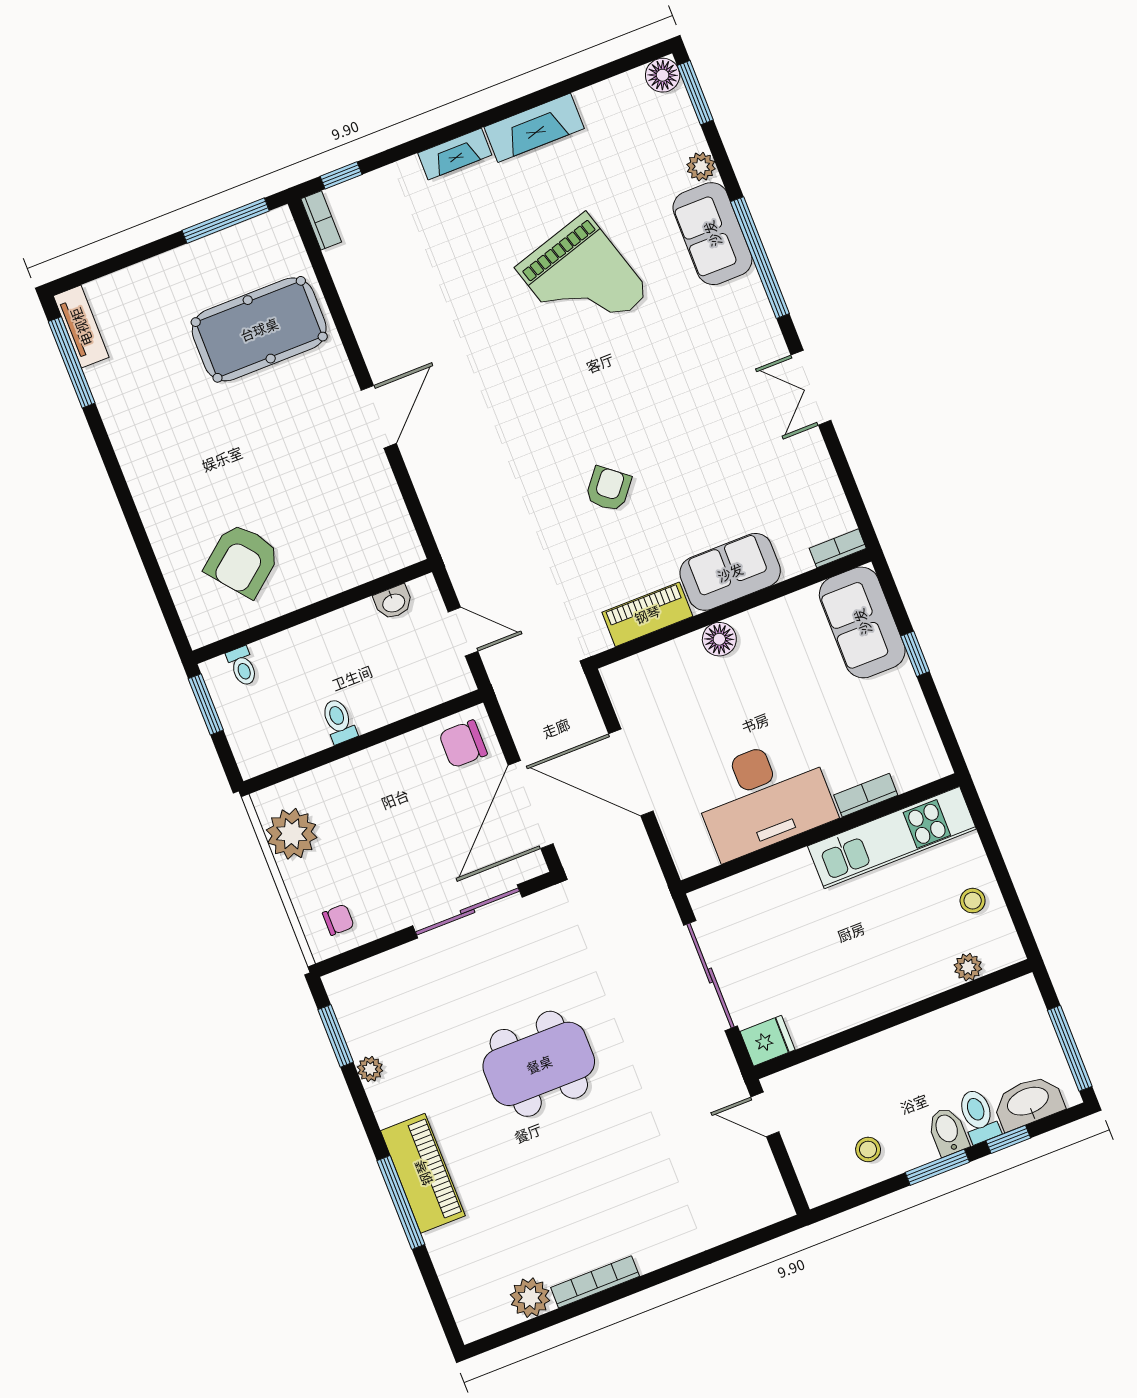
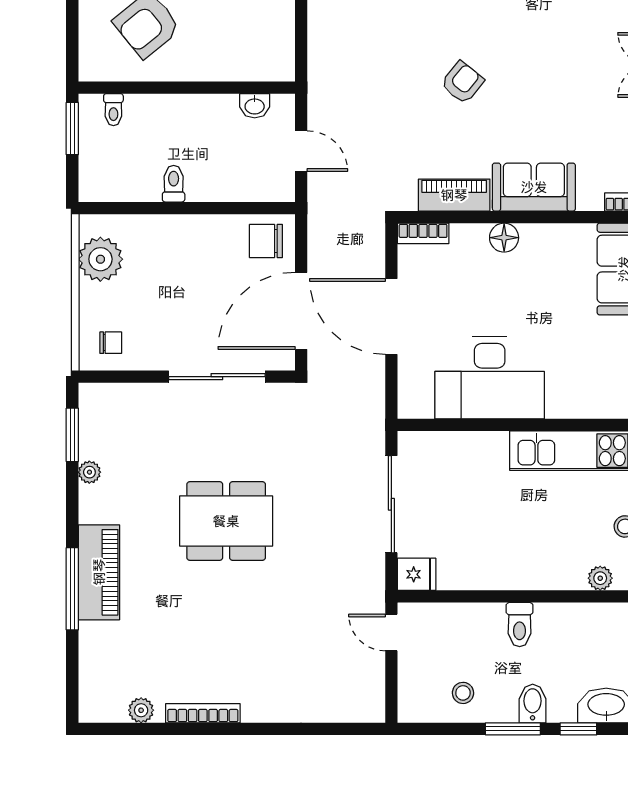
bookcase: (866, 795) -> (423, 233), moved, turned 180
toilet: (978, 1116) -> (520, 625), moved, turned 180
plant: (530, 1298) -> (141, 710), width x0.73, depth x0.73

